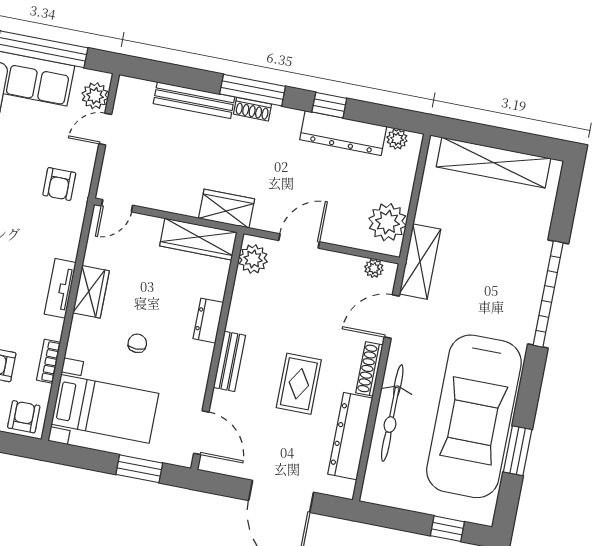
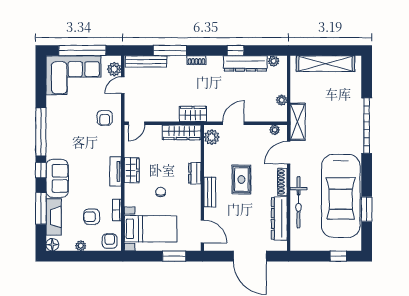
window: (253, 90) -> (170, 50), moved
bench: (194, 100) -> (146, 61), moved
plant: (387, 222) -> (282, 100), width x0.53, depth x0.53
rug: (299, 384) -> (241, 179), moved

